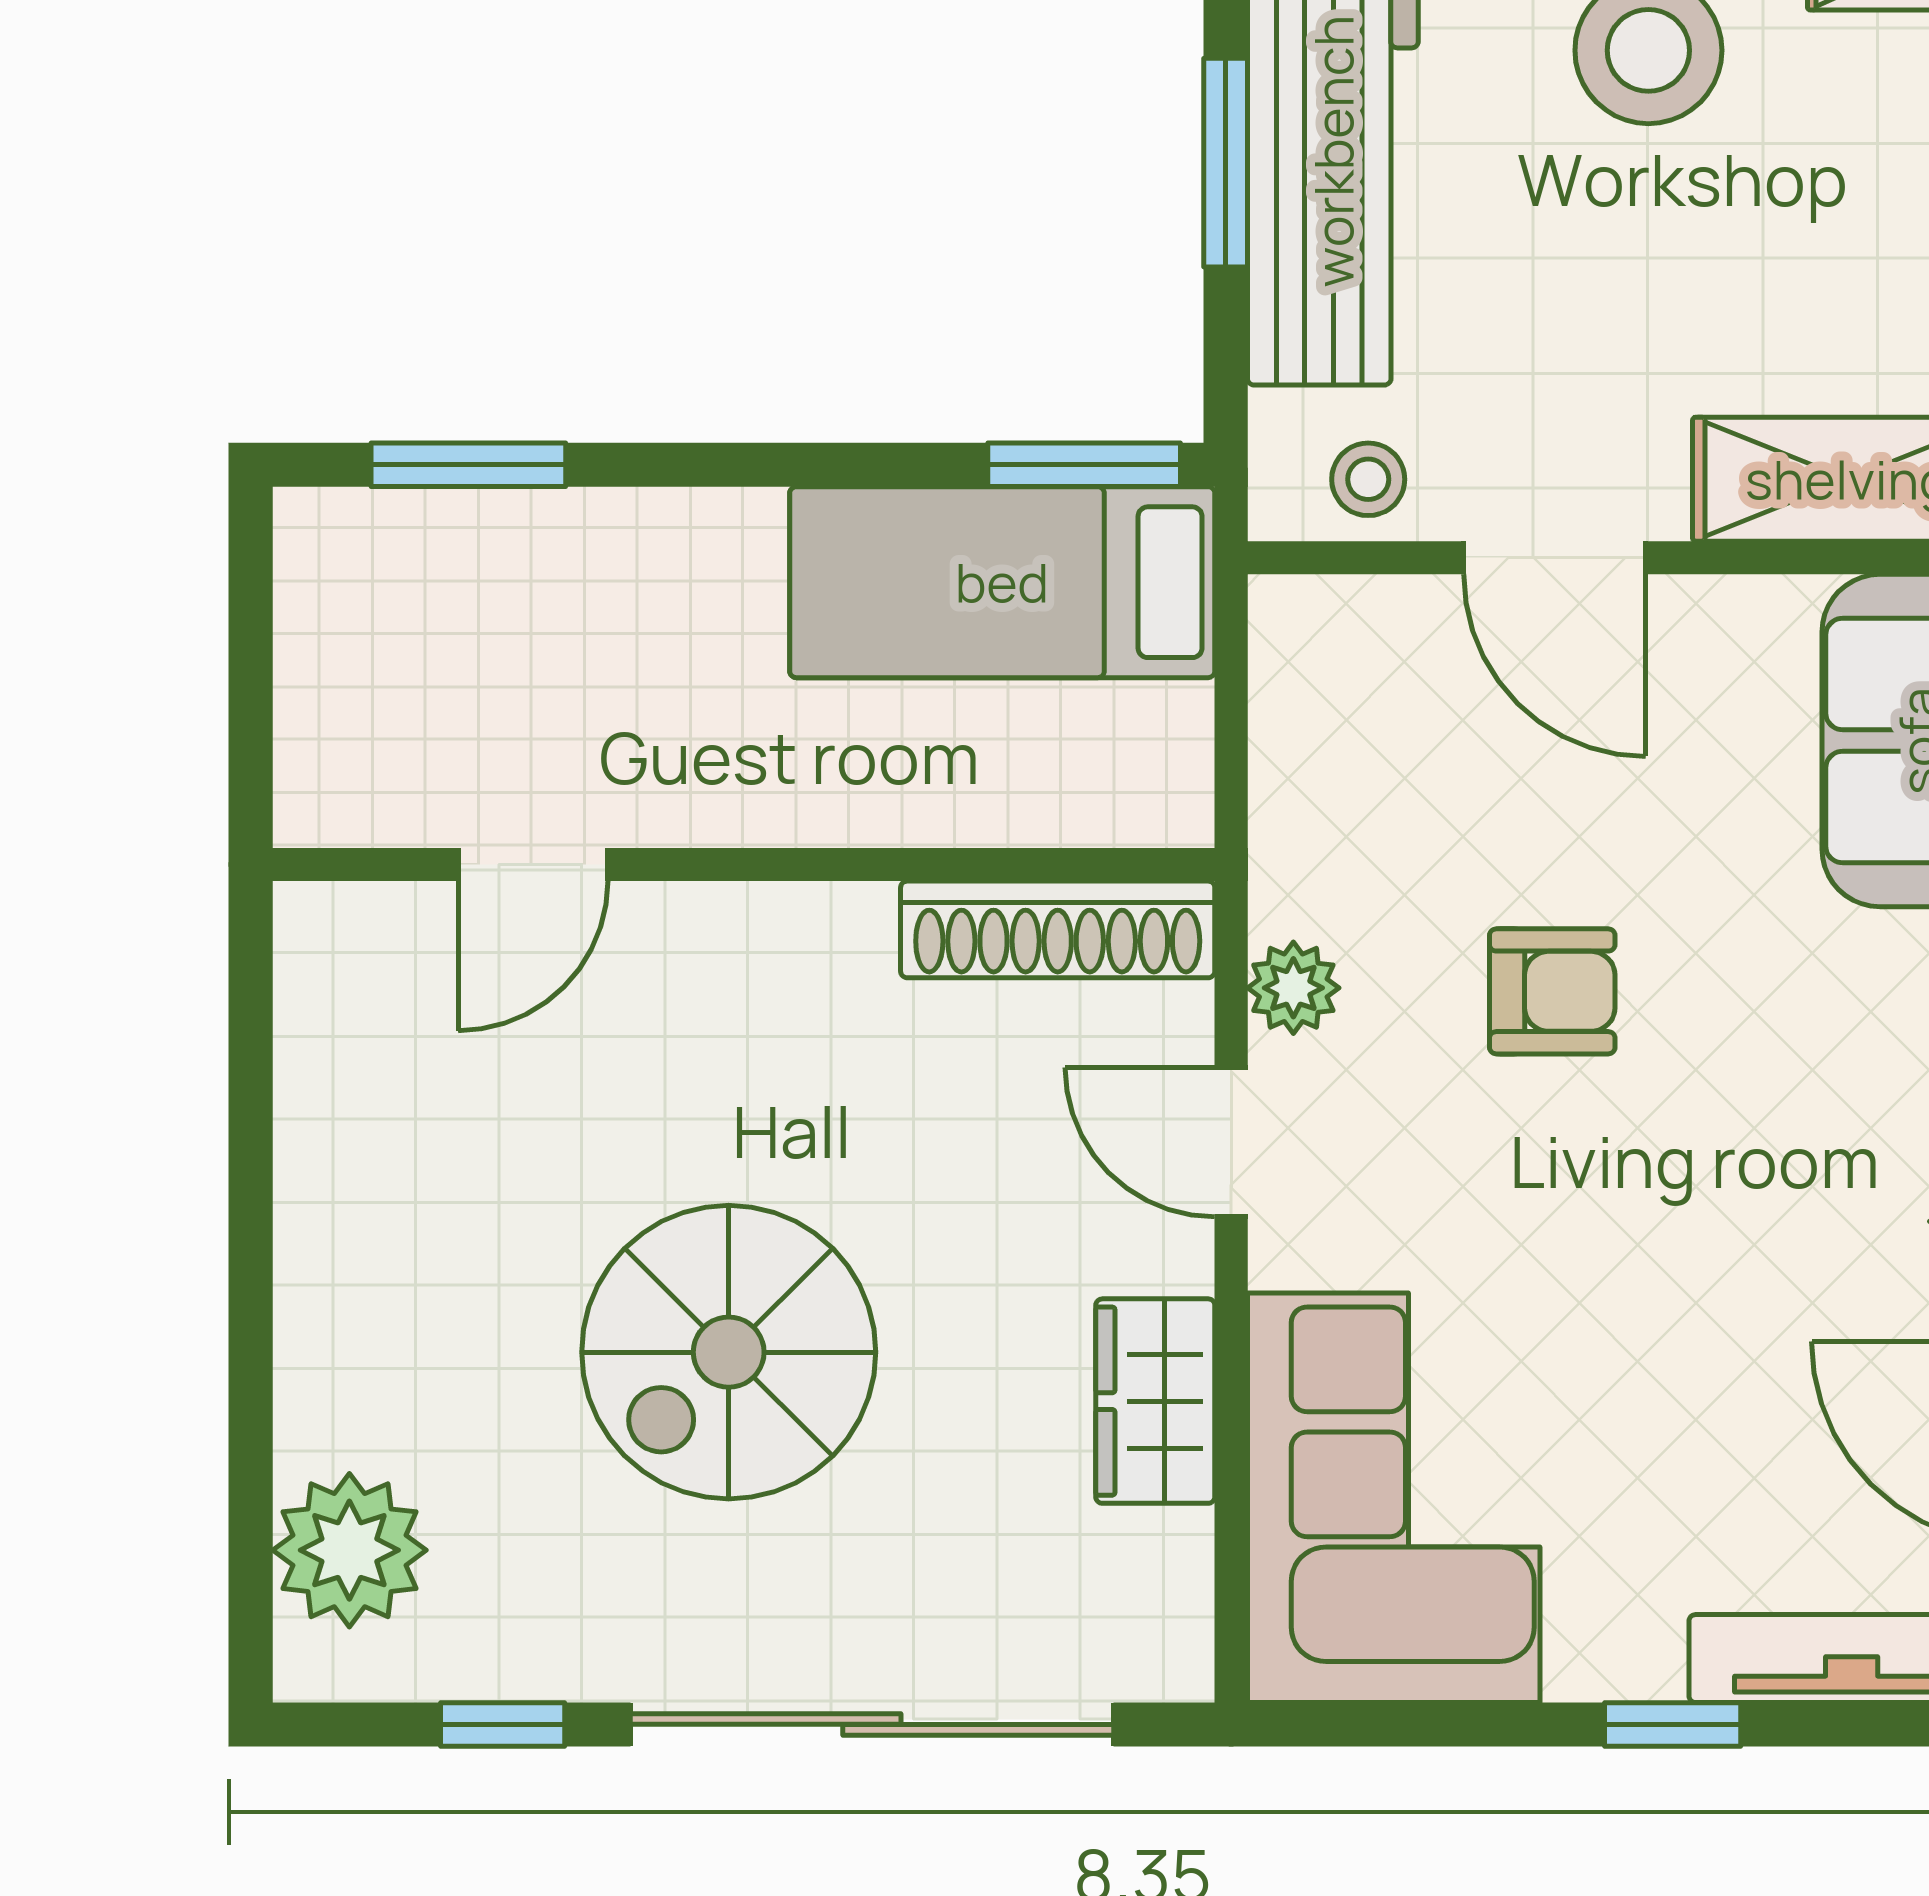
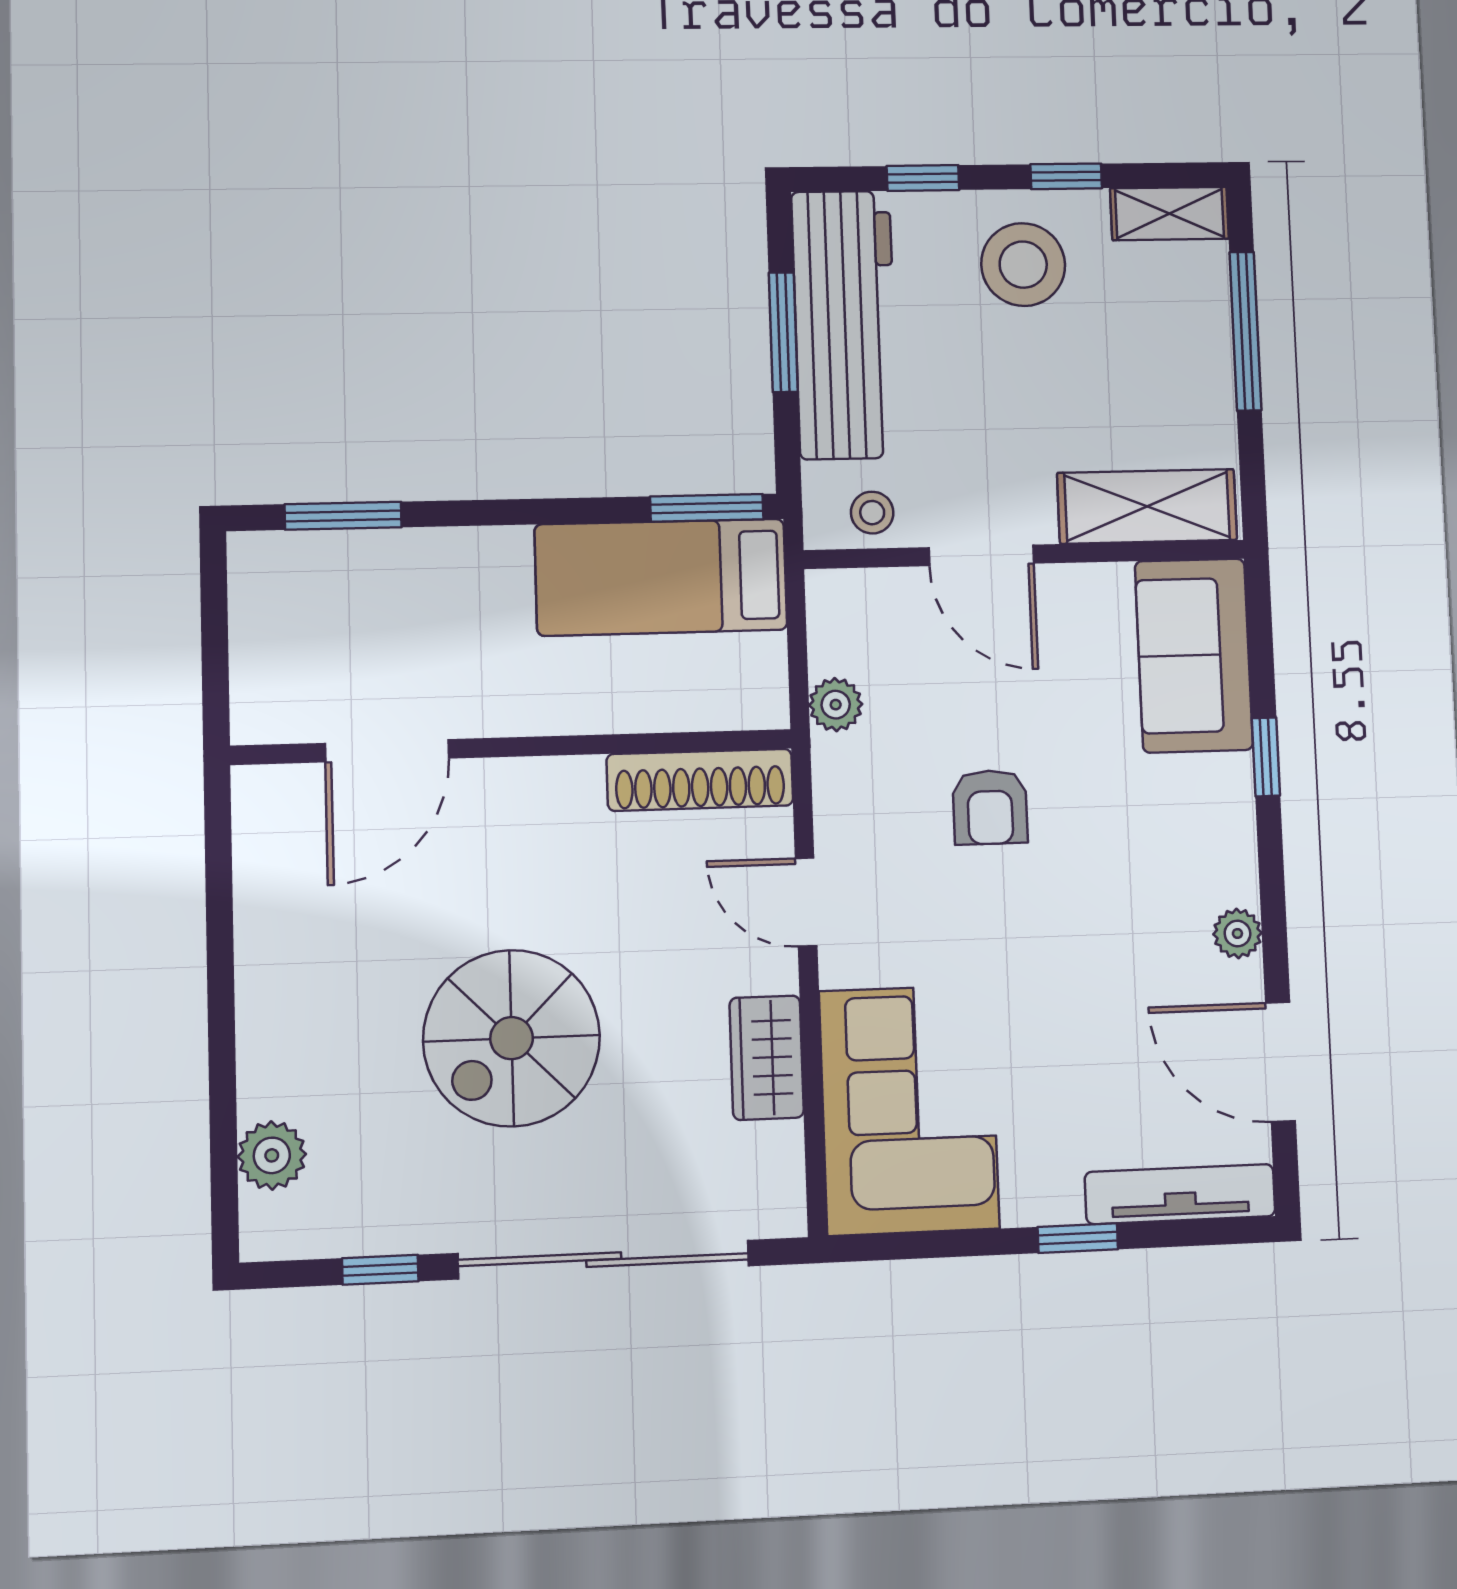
door: (533, 865) -> (387, 751), width x1.38
plant: (1293, 988) -> (836, 705), moved
armchair: (1552, 991) -> (990, 807), turned 90
plant: (349, 1550) -> (272, 1155), width x0.73, depth x0.73

